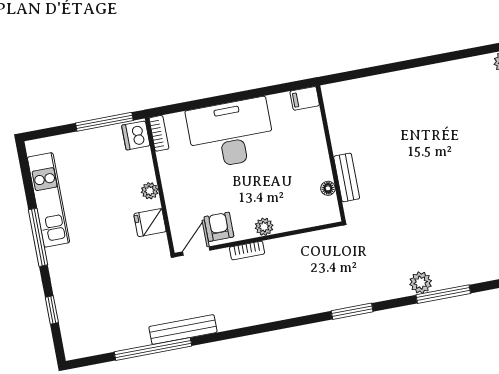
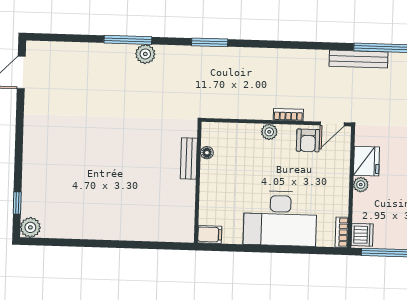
fridge: (150, 223) -> (366, 161), width x1.38

